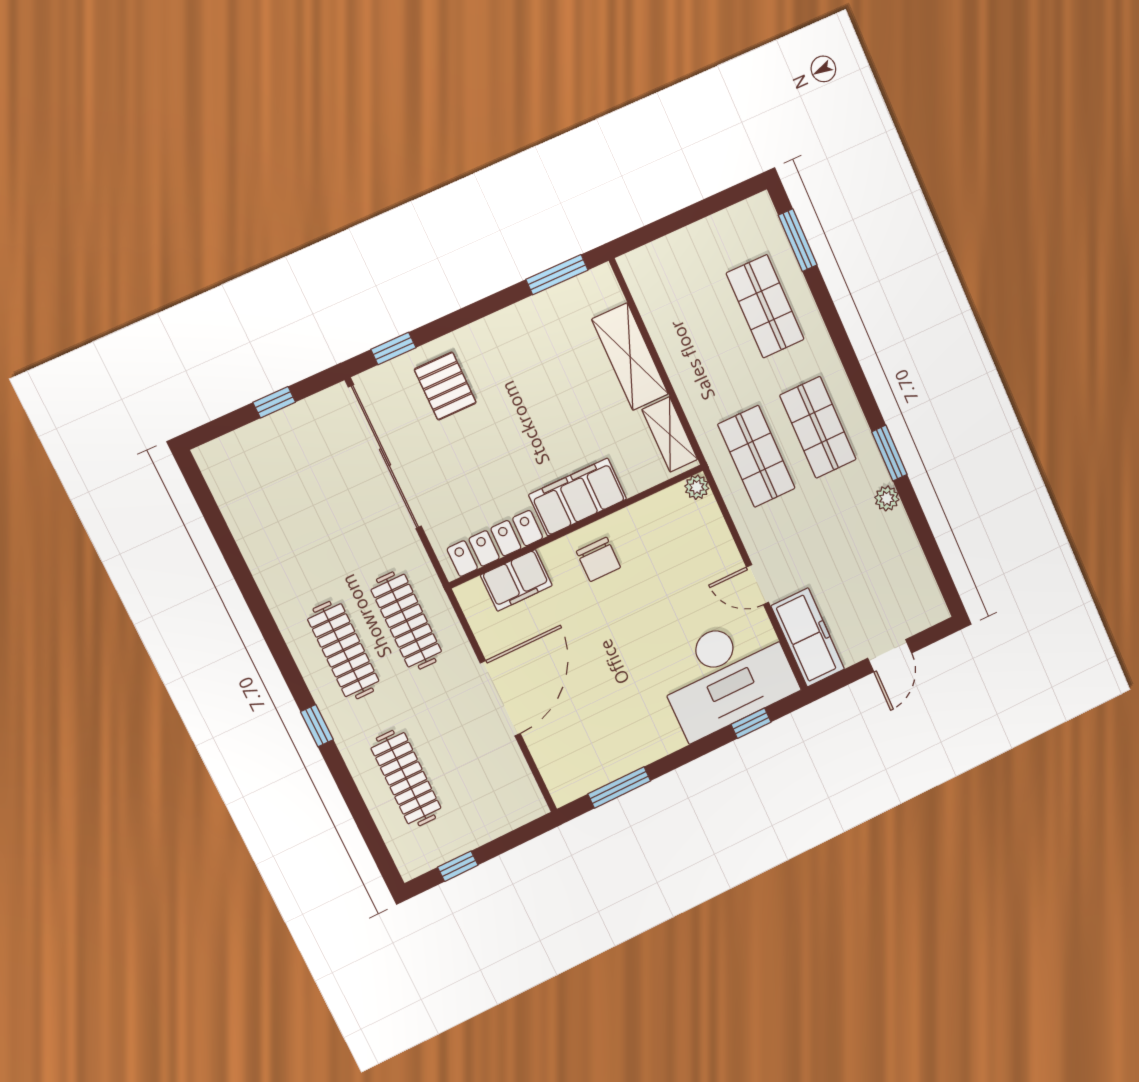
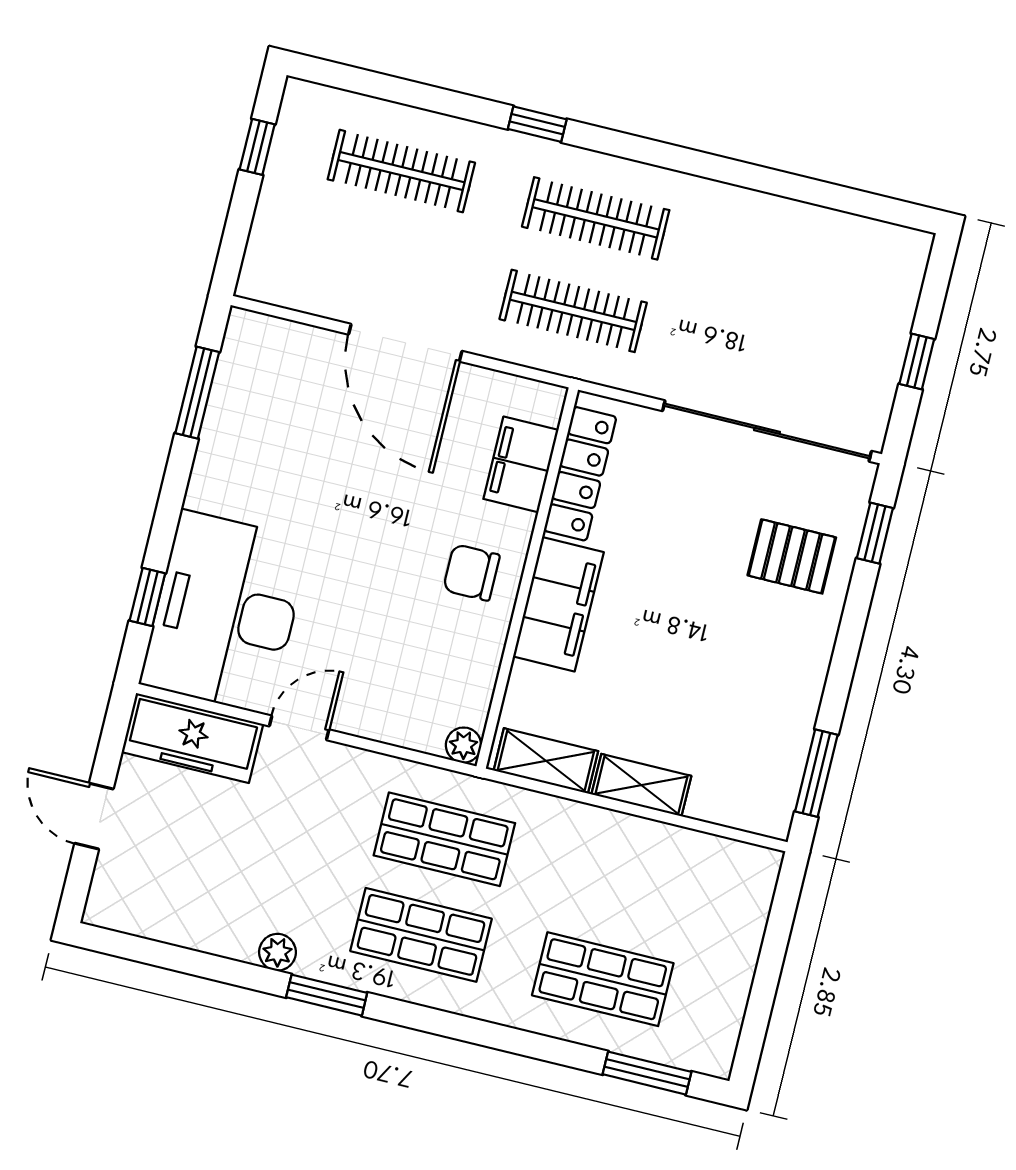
shelving: (630, 357) -> (641, 785), width x0.67, depth x0.75

